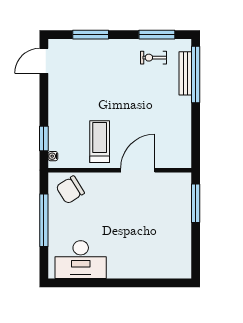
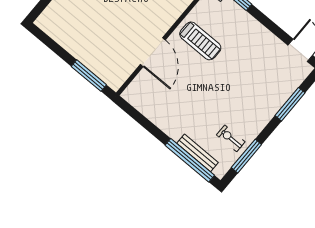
exercise bike: (153, 58) -> (231, 138), turned -90

